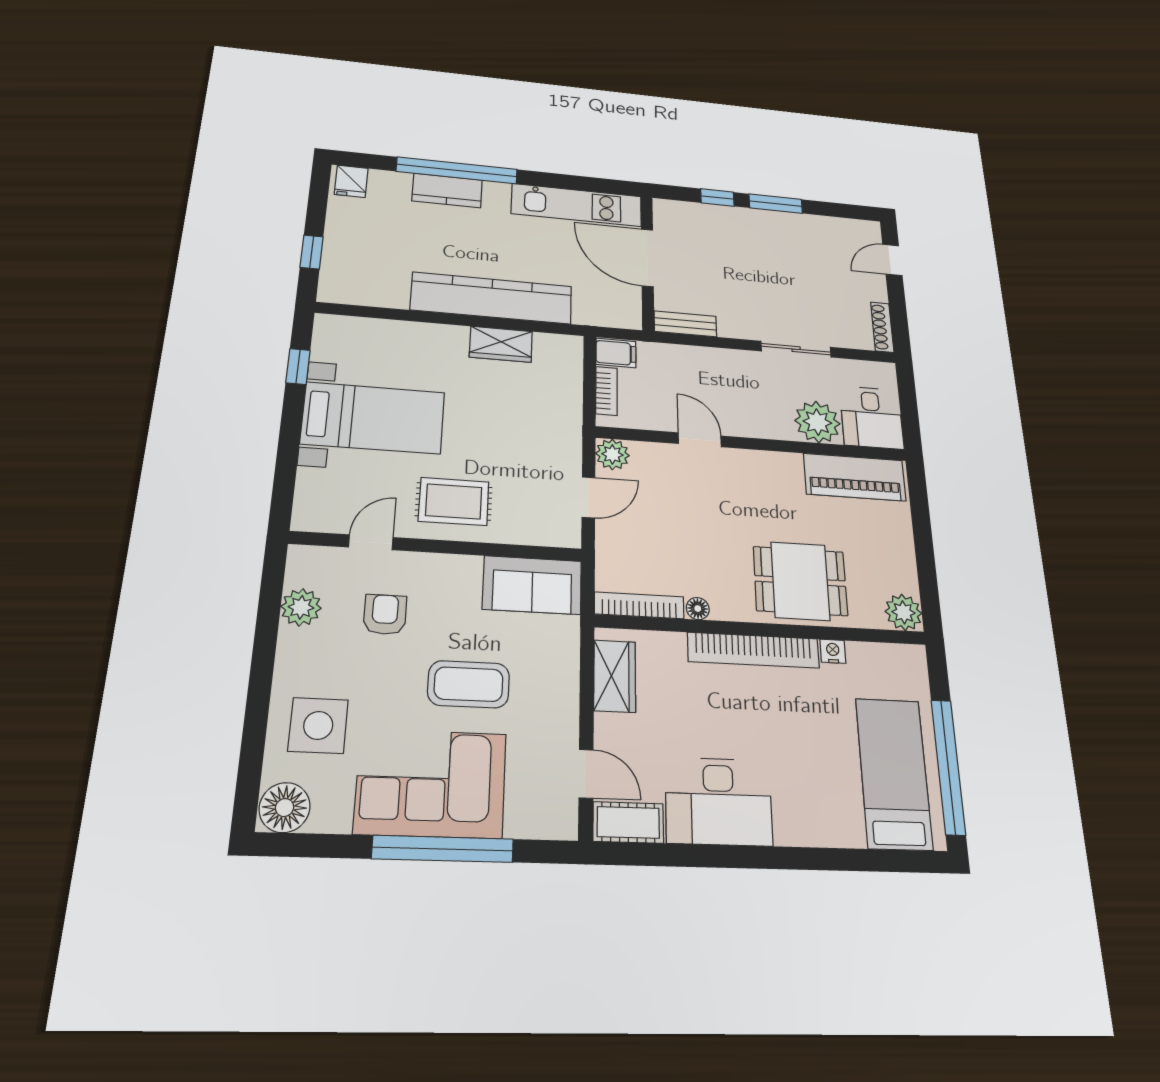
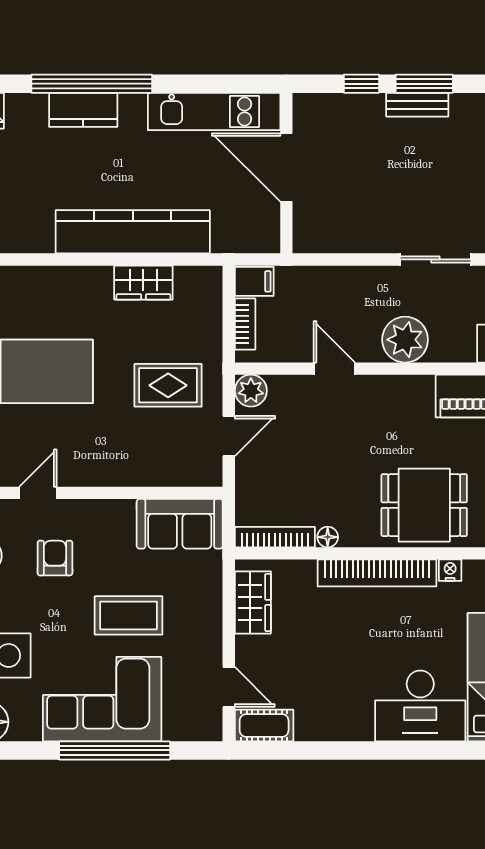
bench: (685, 324) -> (417, 105), moved
plant: (817, 422) -> (405, 340), moved
rug: (454, 501) -> (168, 385), moved
desk: (719, 801) -> (420, 706), moved

